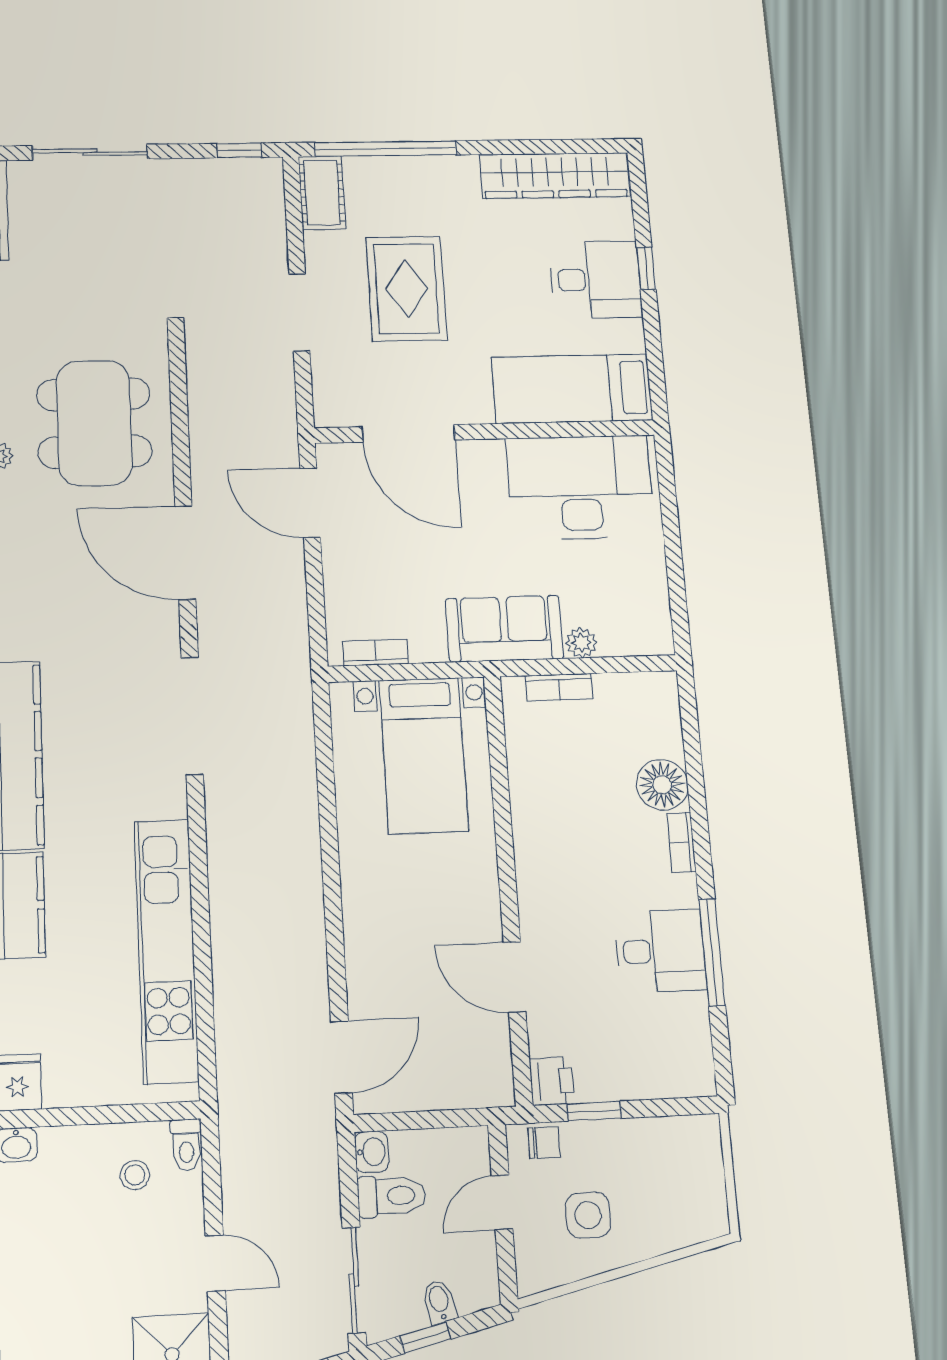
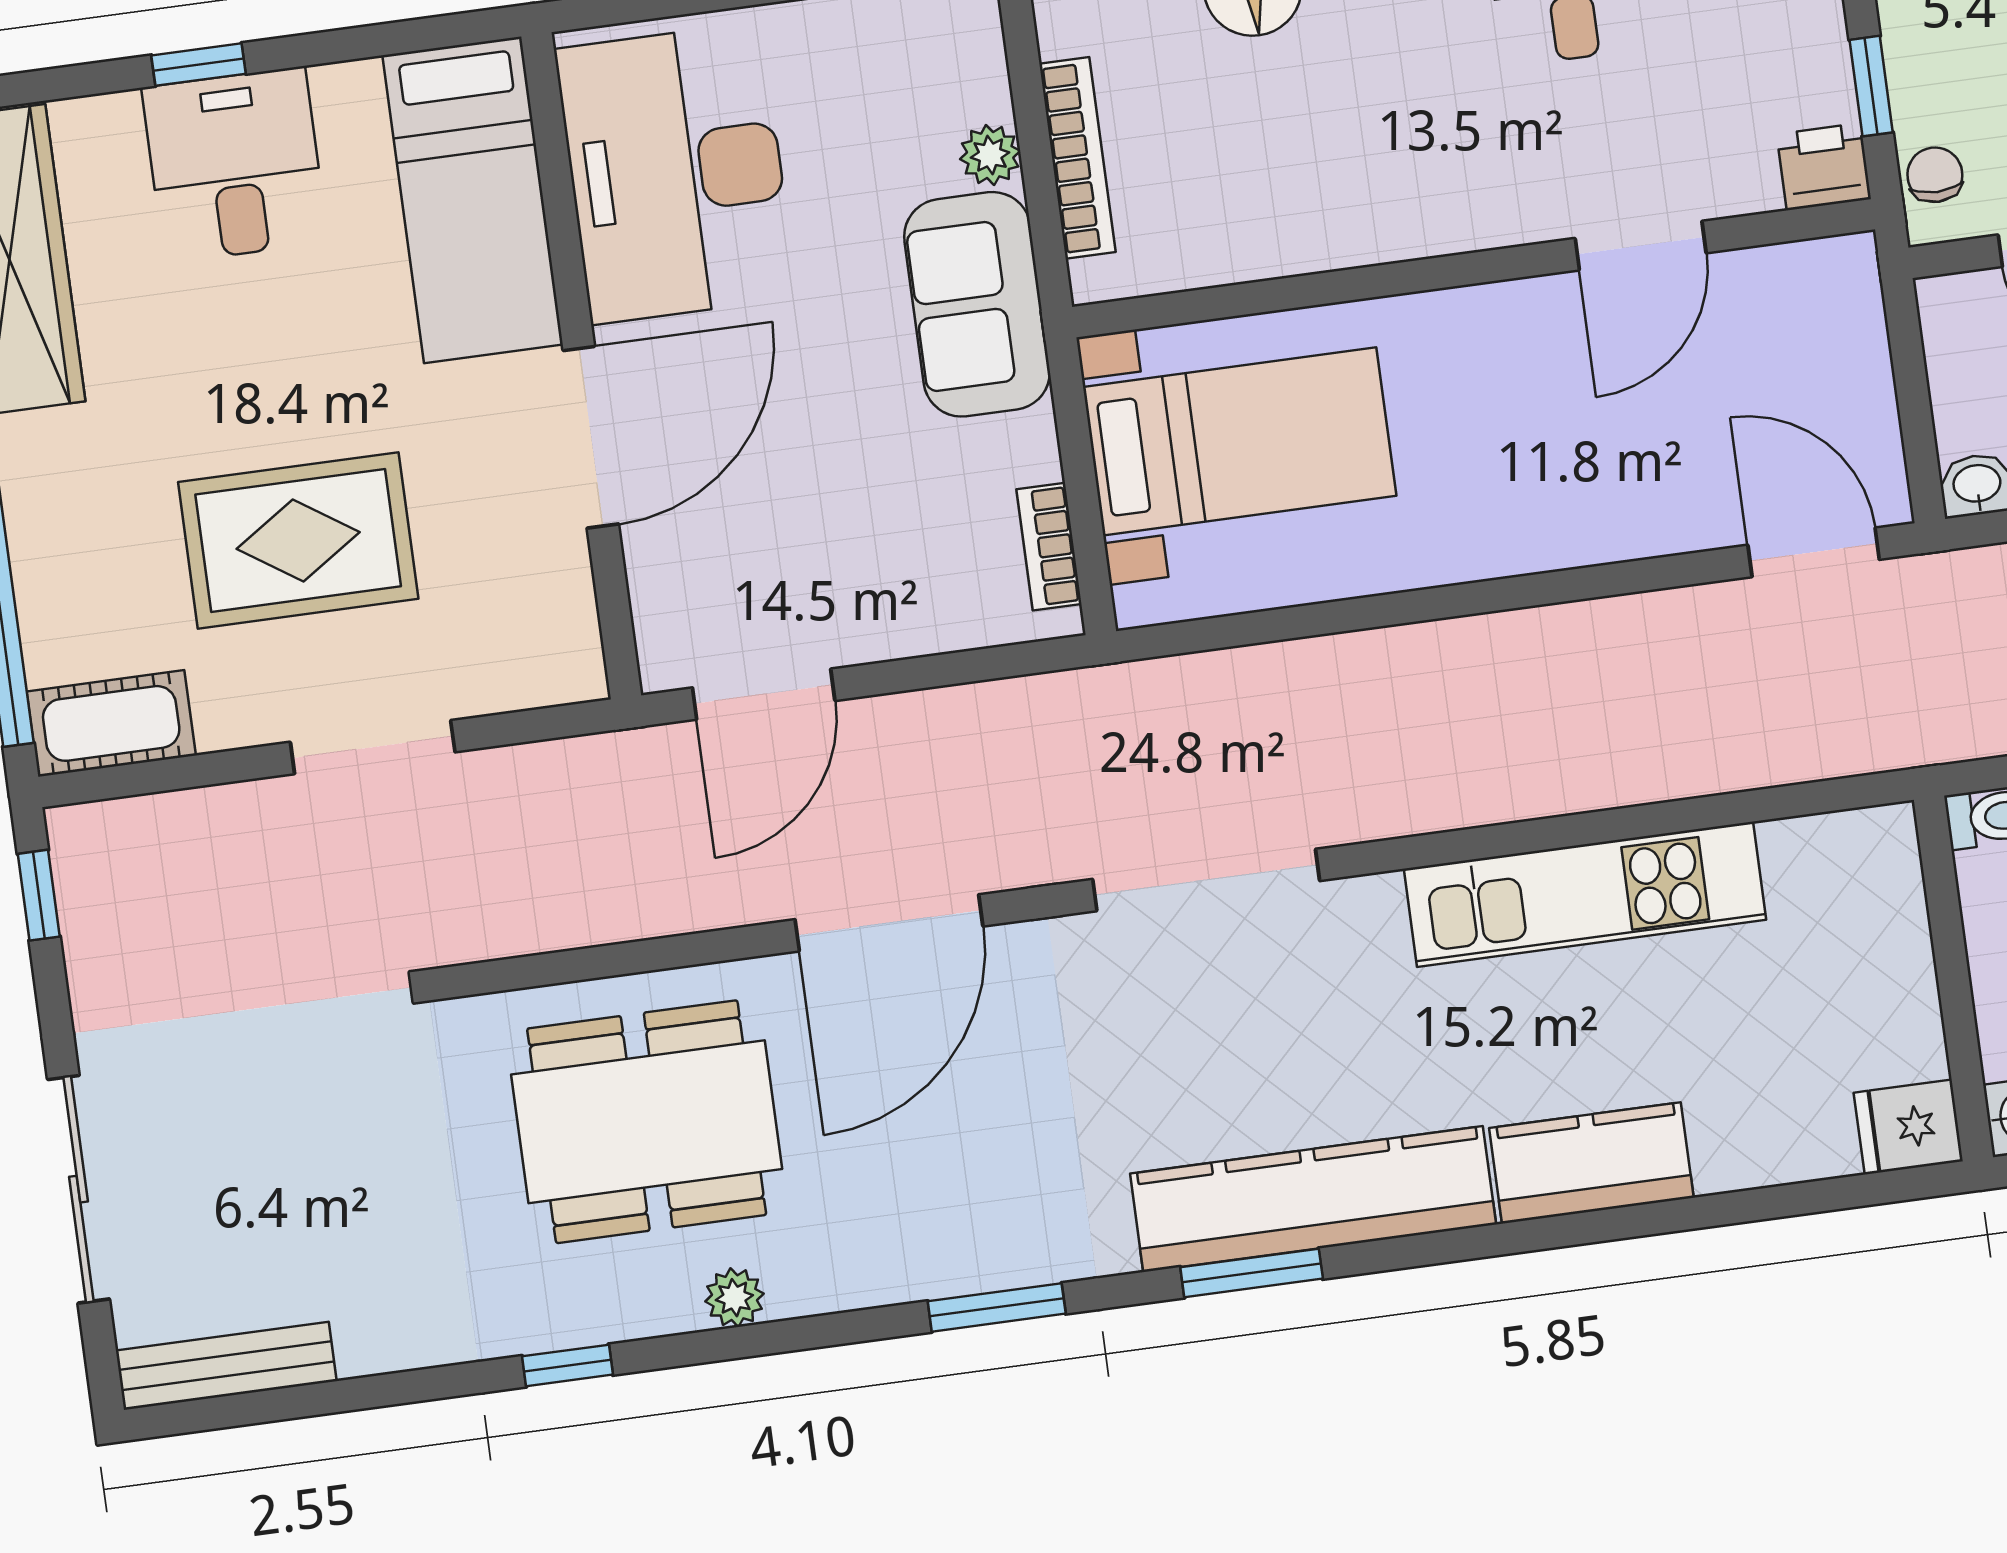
door: (409, 433) -> (591, 437), moved
bookcase: (559, 687) -> (1077, 158), width x1.56
kitchen unit: (166, 950) -> (1585, 894), width x0.73

